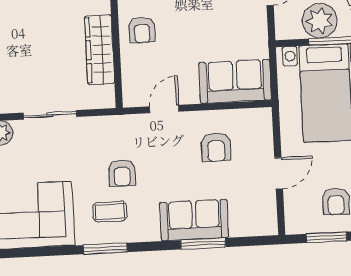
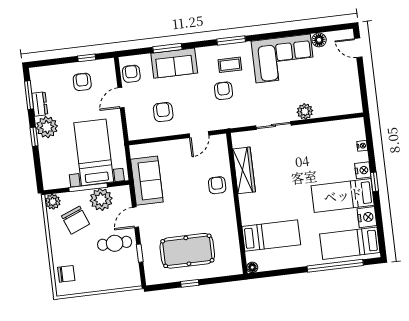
sofa: (235, 81) -> (147, 181), moved, turned -90
armchair: (260, 209) -> (131, 74), added
window: (327, 237) -> (87, 58), width x0.67

